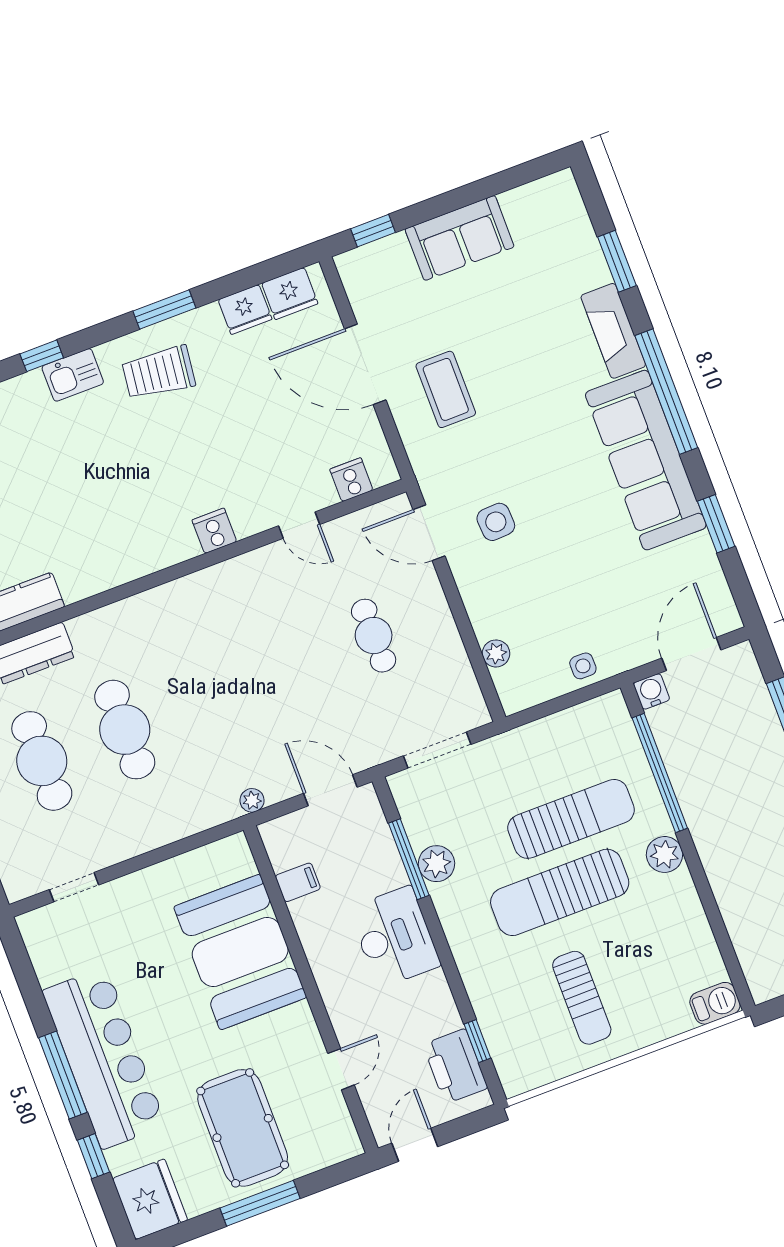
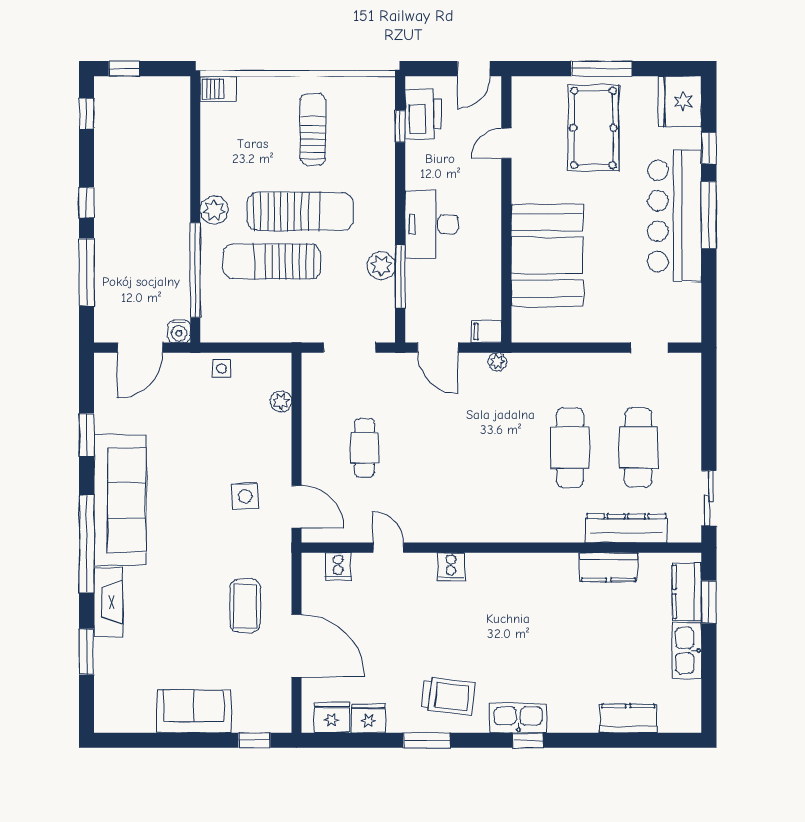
kitchen sink: (73, 375) -> (518, 718), width x1.38
filing cabinet: (298, 882) -> (487, 332), moved

